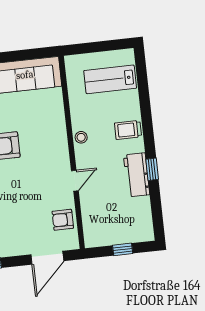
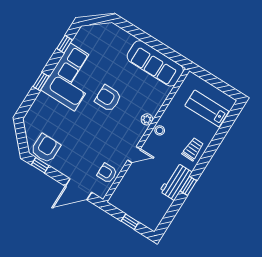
trolley: (128, 130) -> (193, 149), turned 92
plant: (60, 136) -> (147, 119), added

